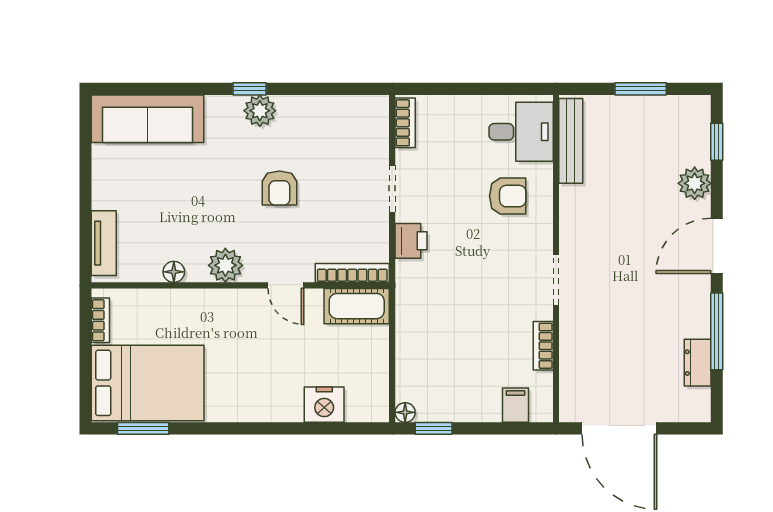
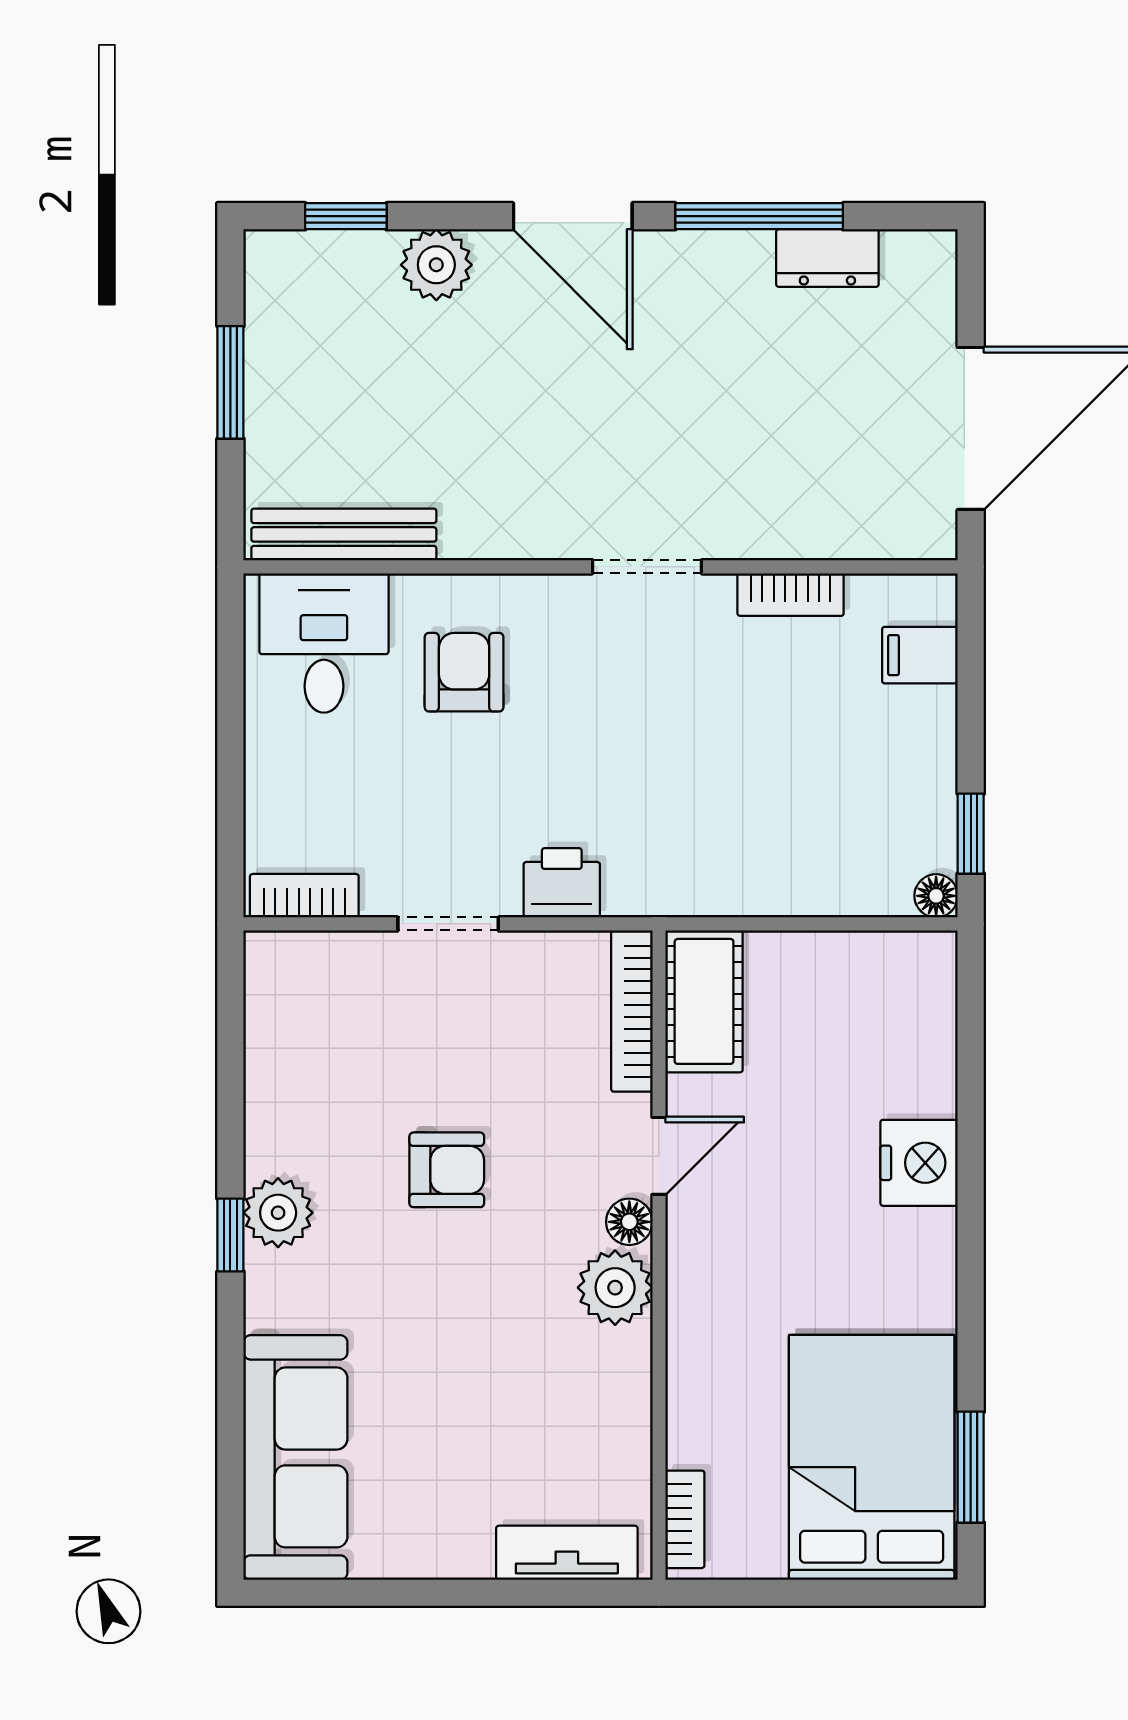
floor lamp: (174, 272) -> (629, 1222), moved
bookcase: (100, 320) -> (685, 1519), moved, turned 90
nightstand: (324, 405) -> (919, 1163), moved

